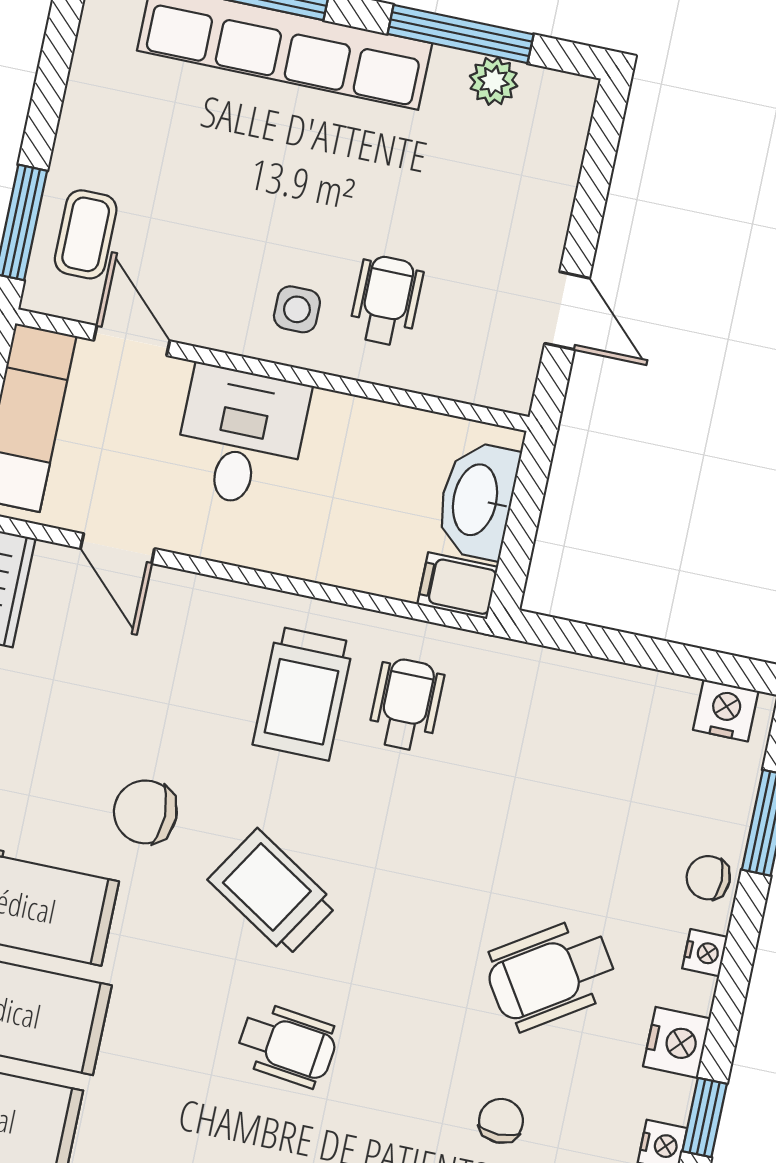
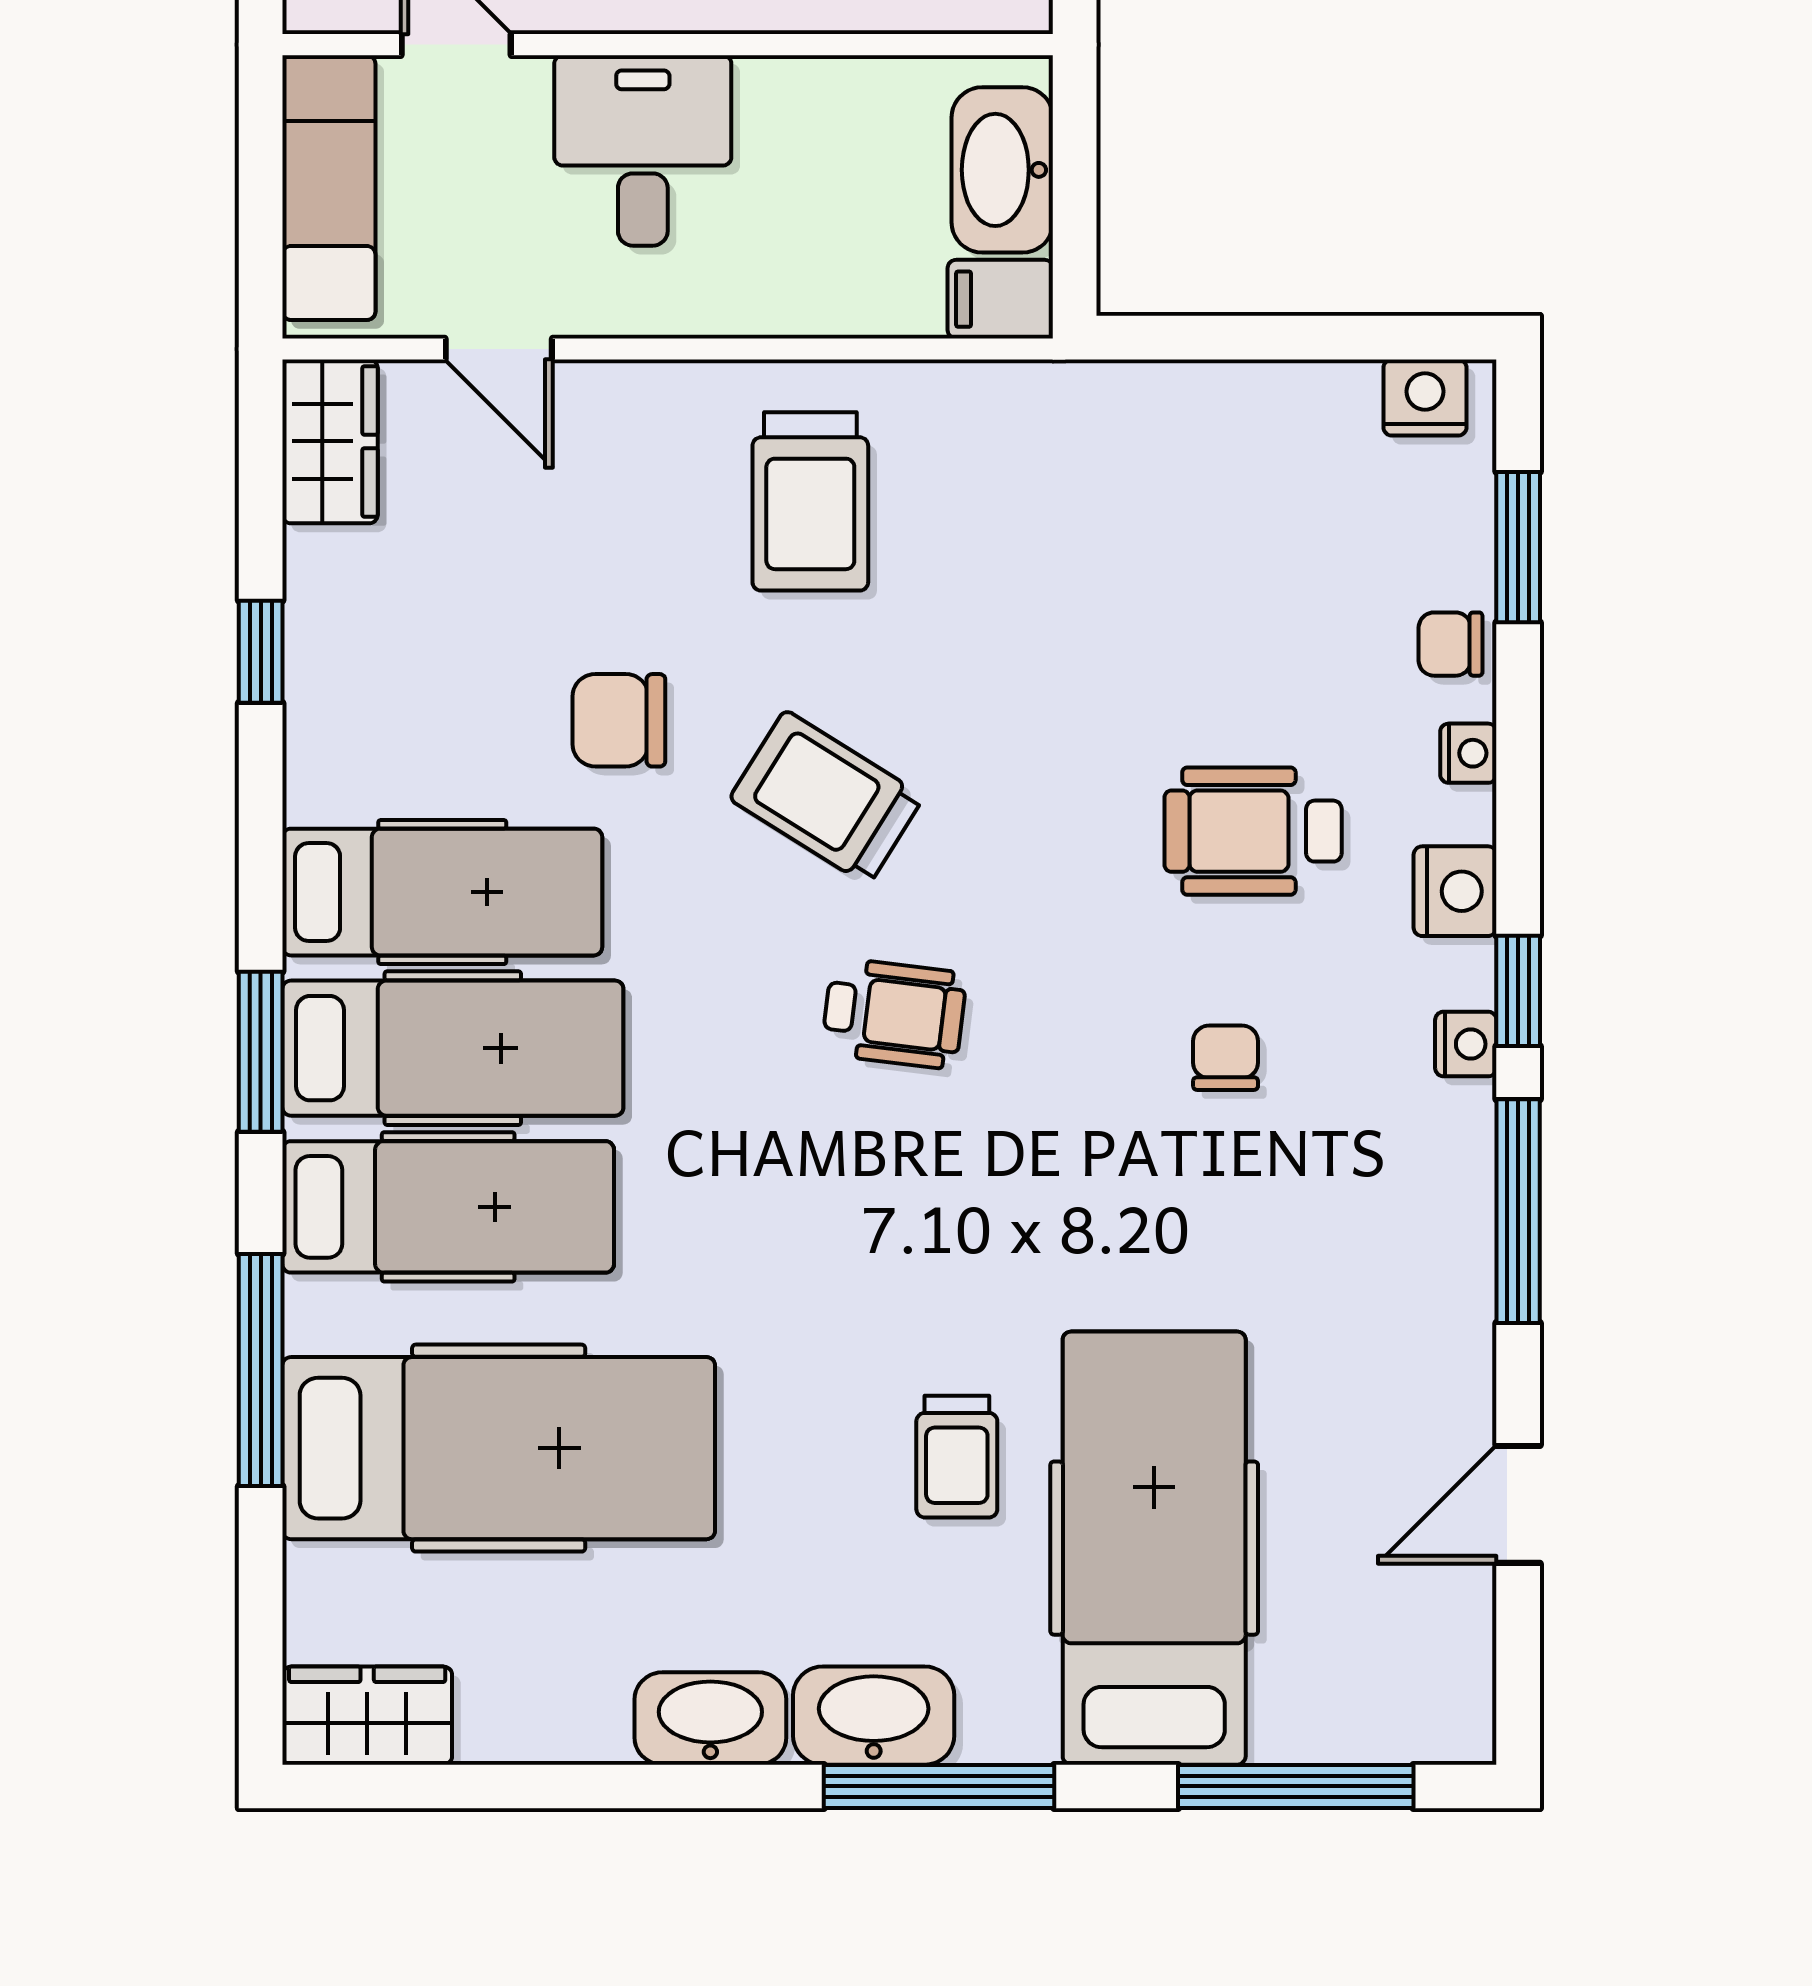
wheelchair: (406, 704) -> (962, 486), removed
wheelchair: (551, 974) -> (1253, 831), turned 33

